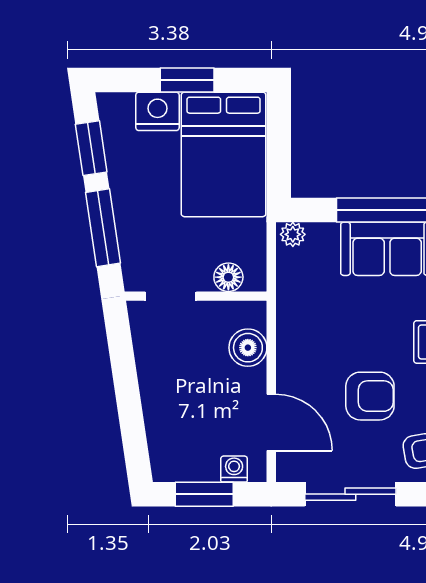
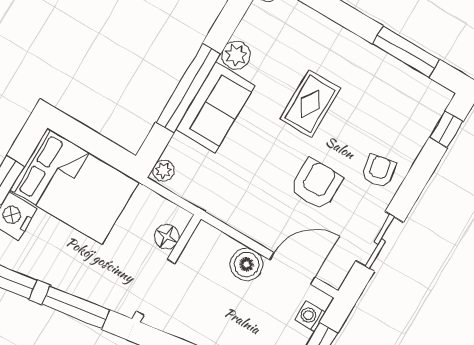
doorway: (171, 296) -> (156, 287), width x1.38
boiler: (248, 348) -> (247, 264), moved
sliding door: (350, 494) -> (380, 242), width x0.73

